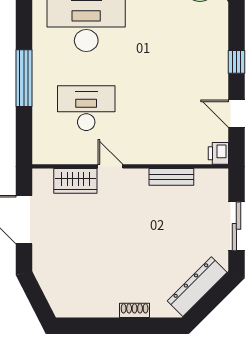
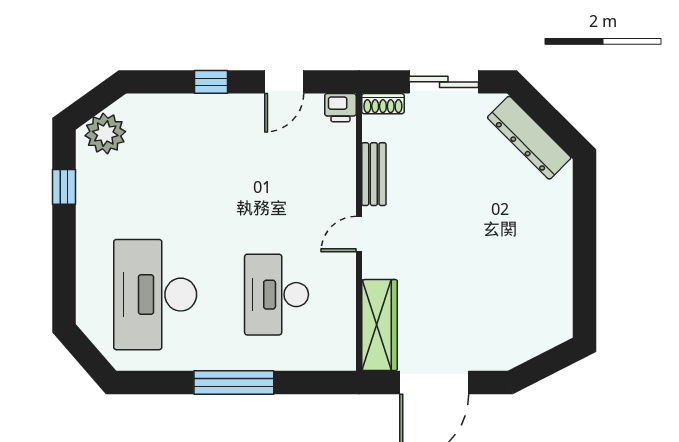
door: (110, 166) -> (359, 234), moved
wardrobe: (75, 181) -> (379, 325), width x1.50
shoe rack: (135, 310) -> (383, 104), moved, turned -90

